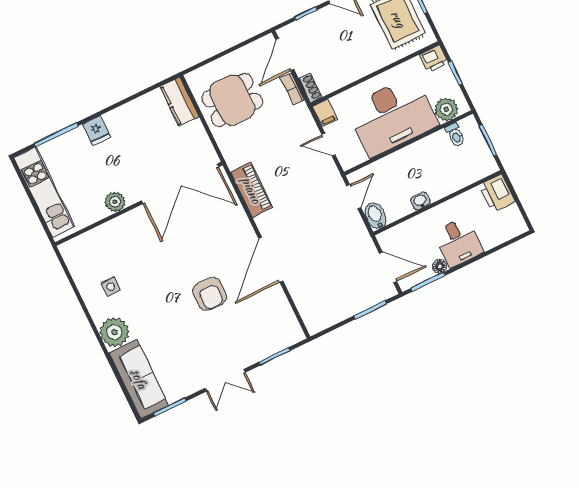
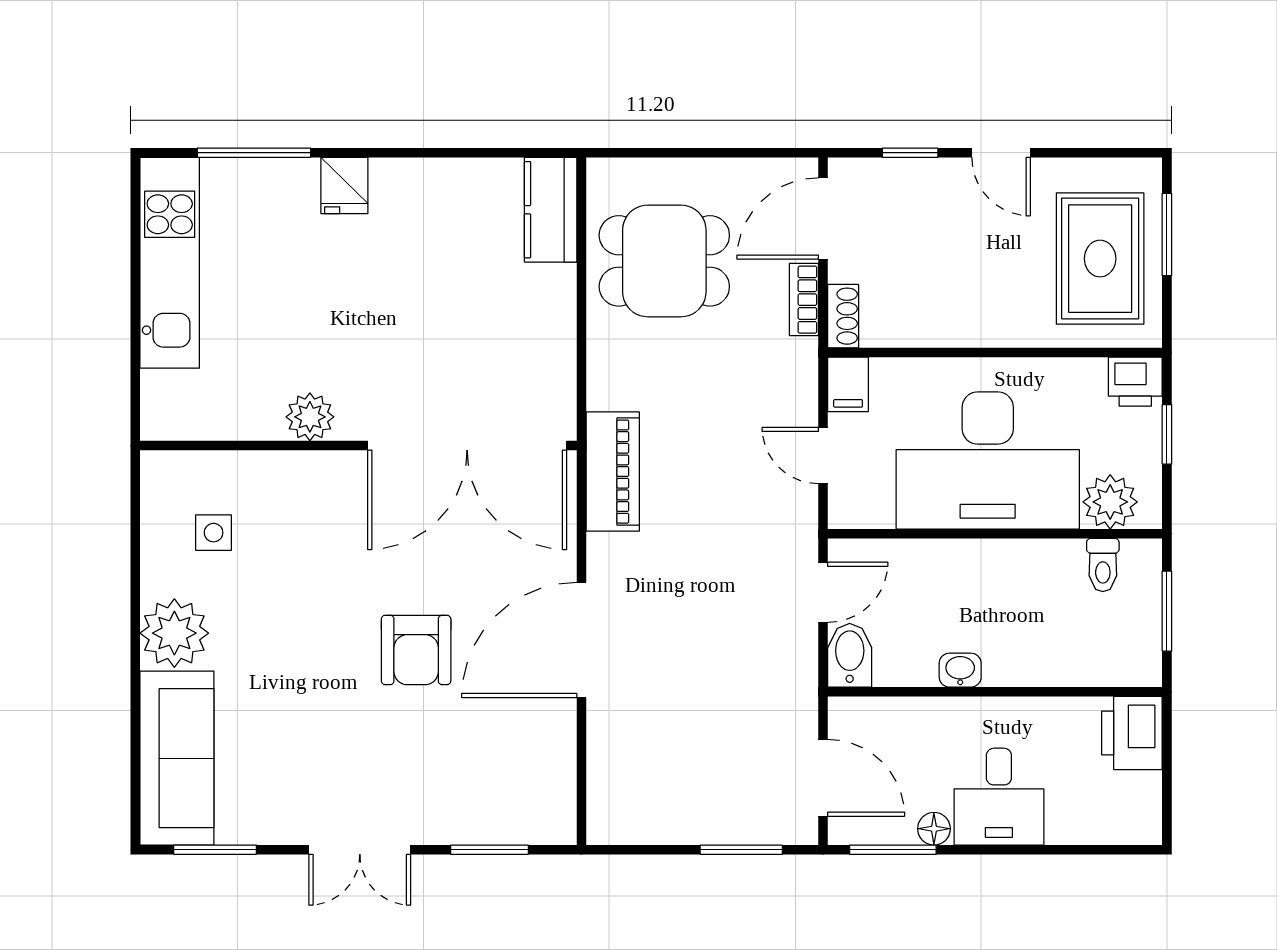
double door: (180, 184) -> (467, 445), moved
plant: (115, 202) -> (310, 417), moved
wall: (139, 204) -> (358, 445), moved

